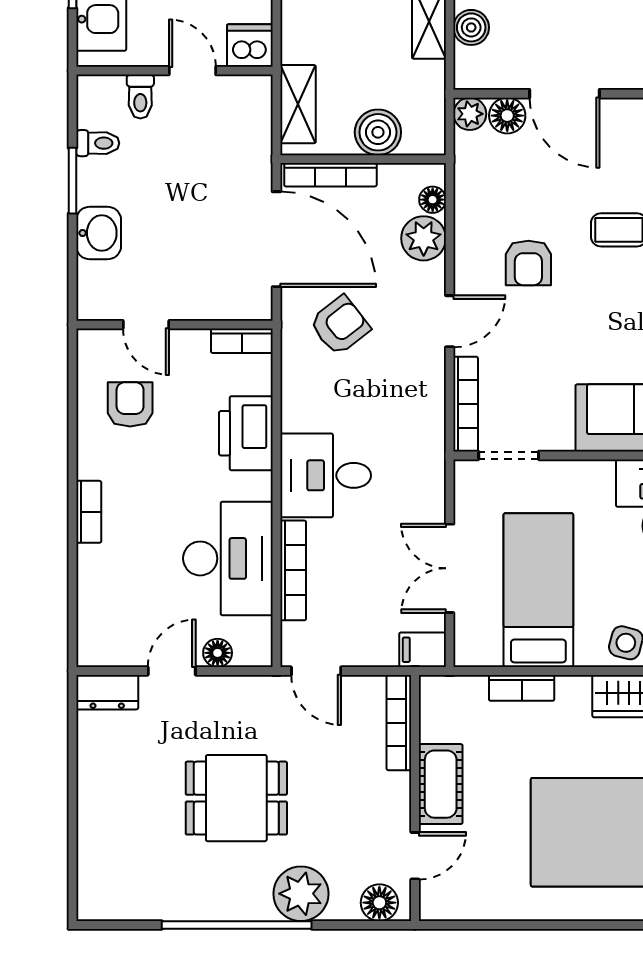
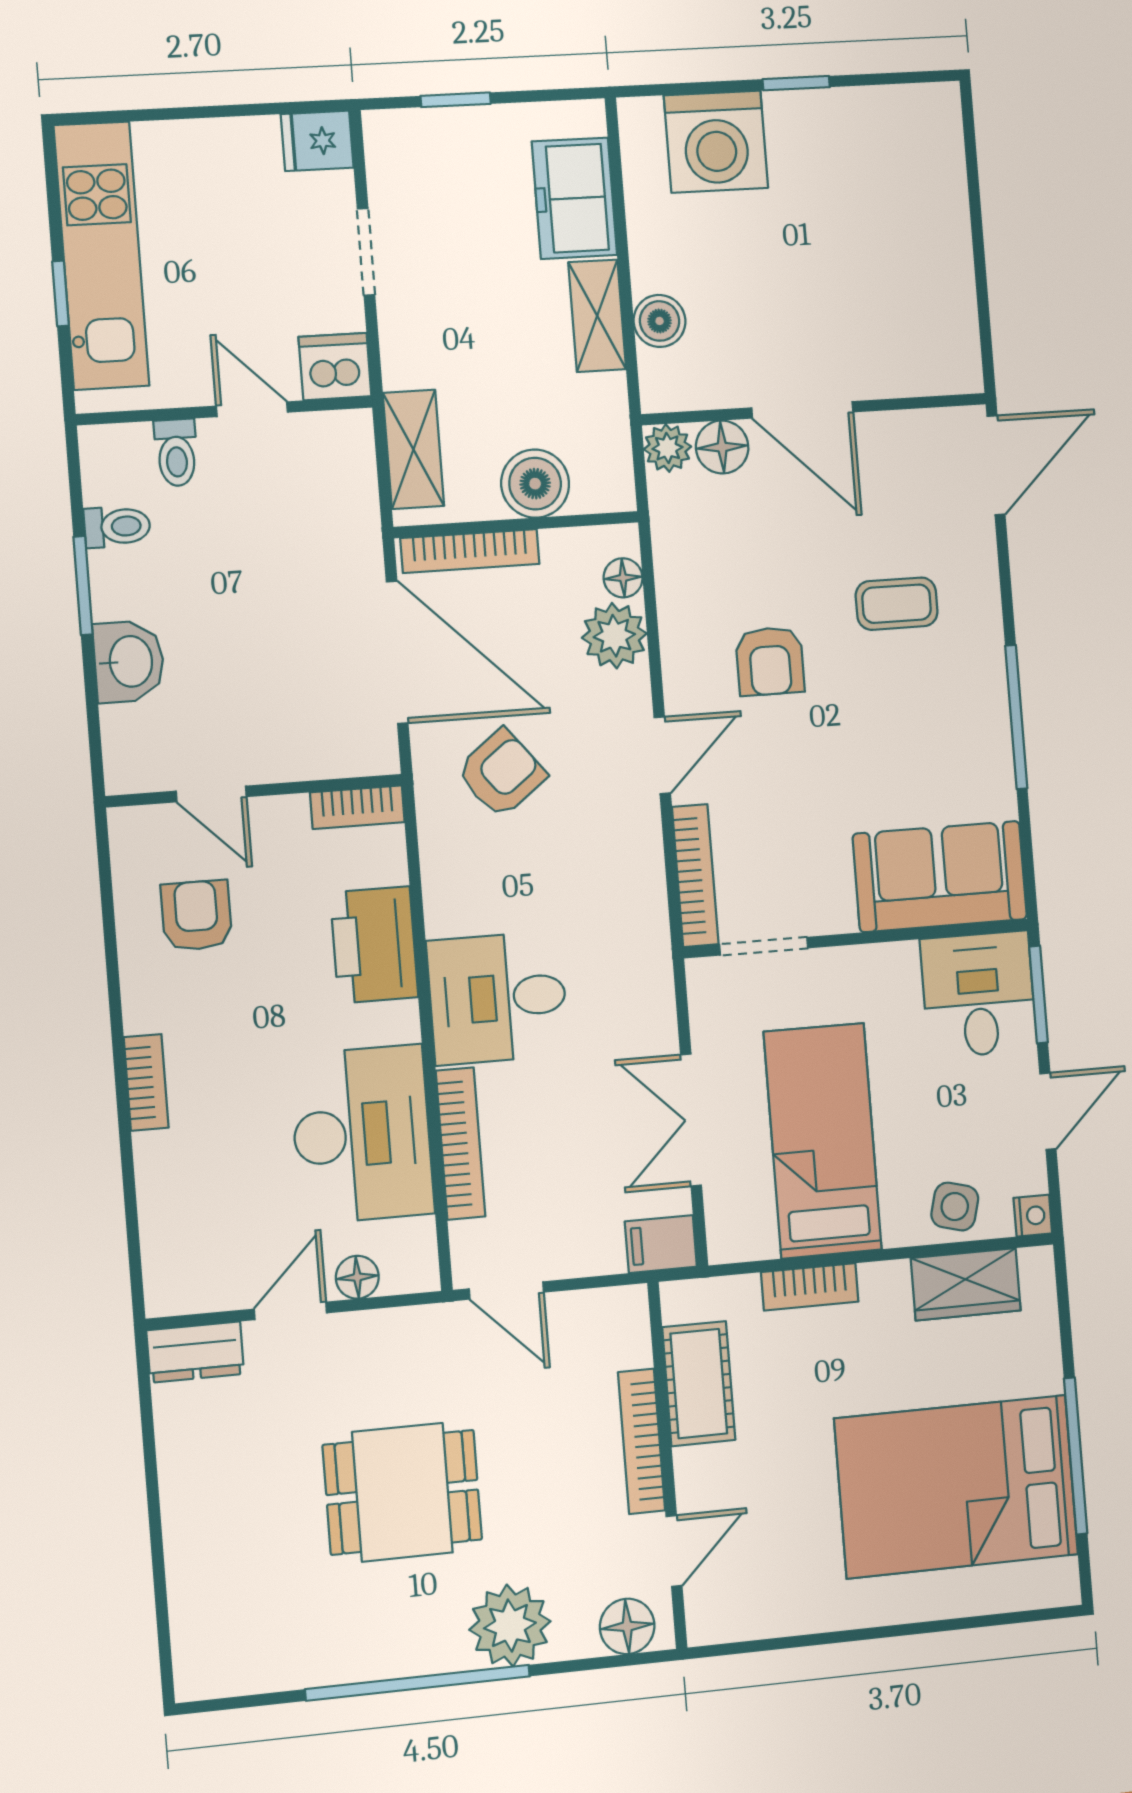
bookcase: (399, 723) -> (642, 1441), moved
cot: (441, 784) -> (699, 1384), moved

